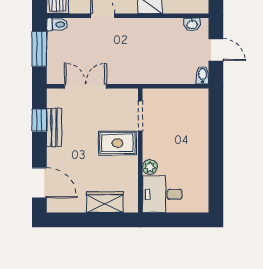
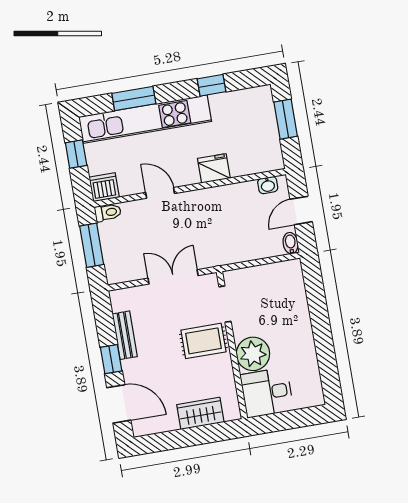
door: (216, 50) -> (301, 210), swing flipped
double door: (85, 86) -> (173, 277), moved
window: (39, 120) -> (111, 359), moved
plant: (150, 167) -> (253, 354), width x1.88, depth x1.88

